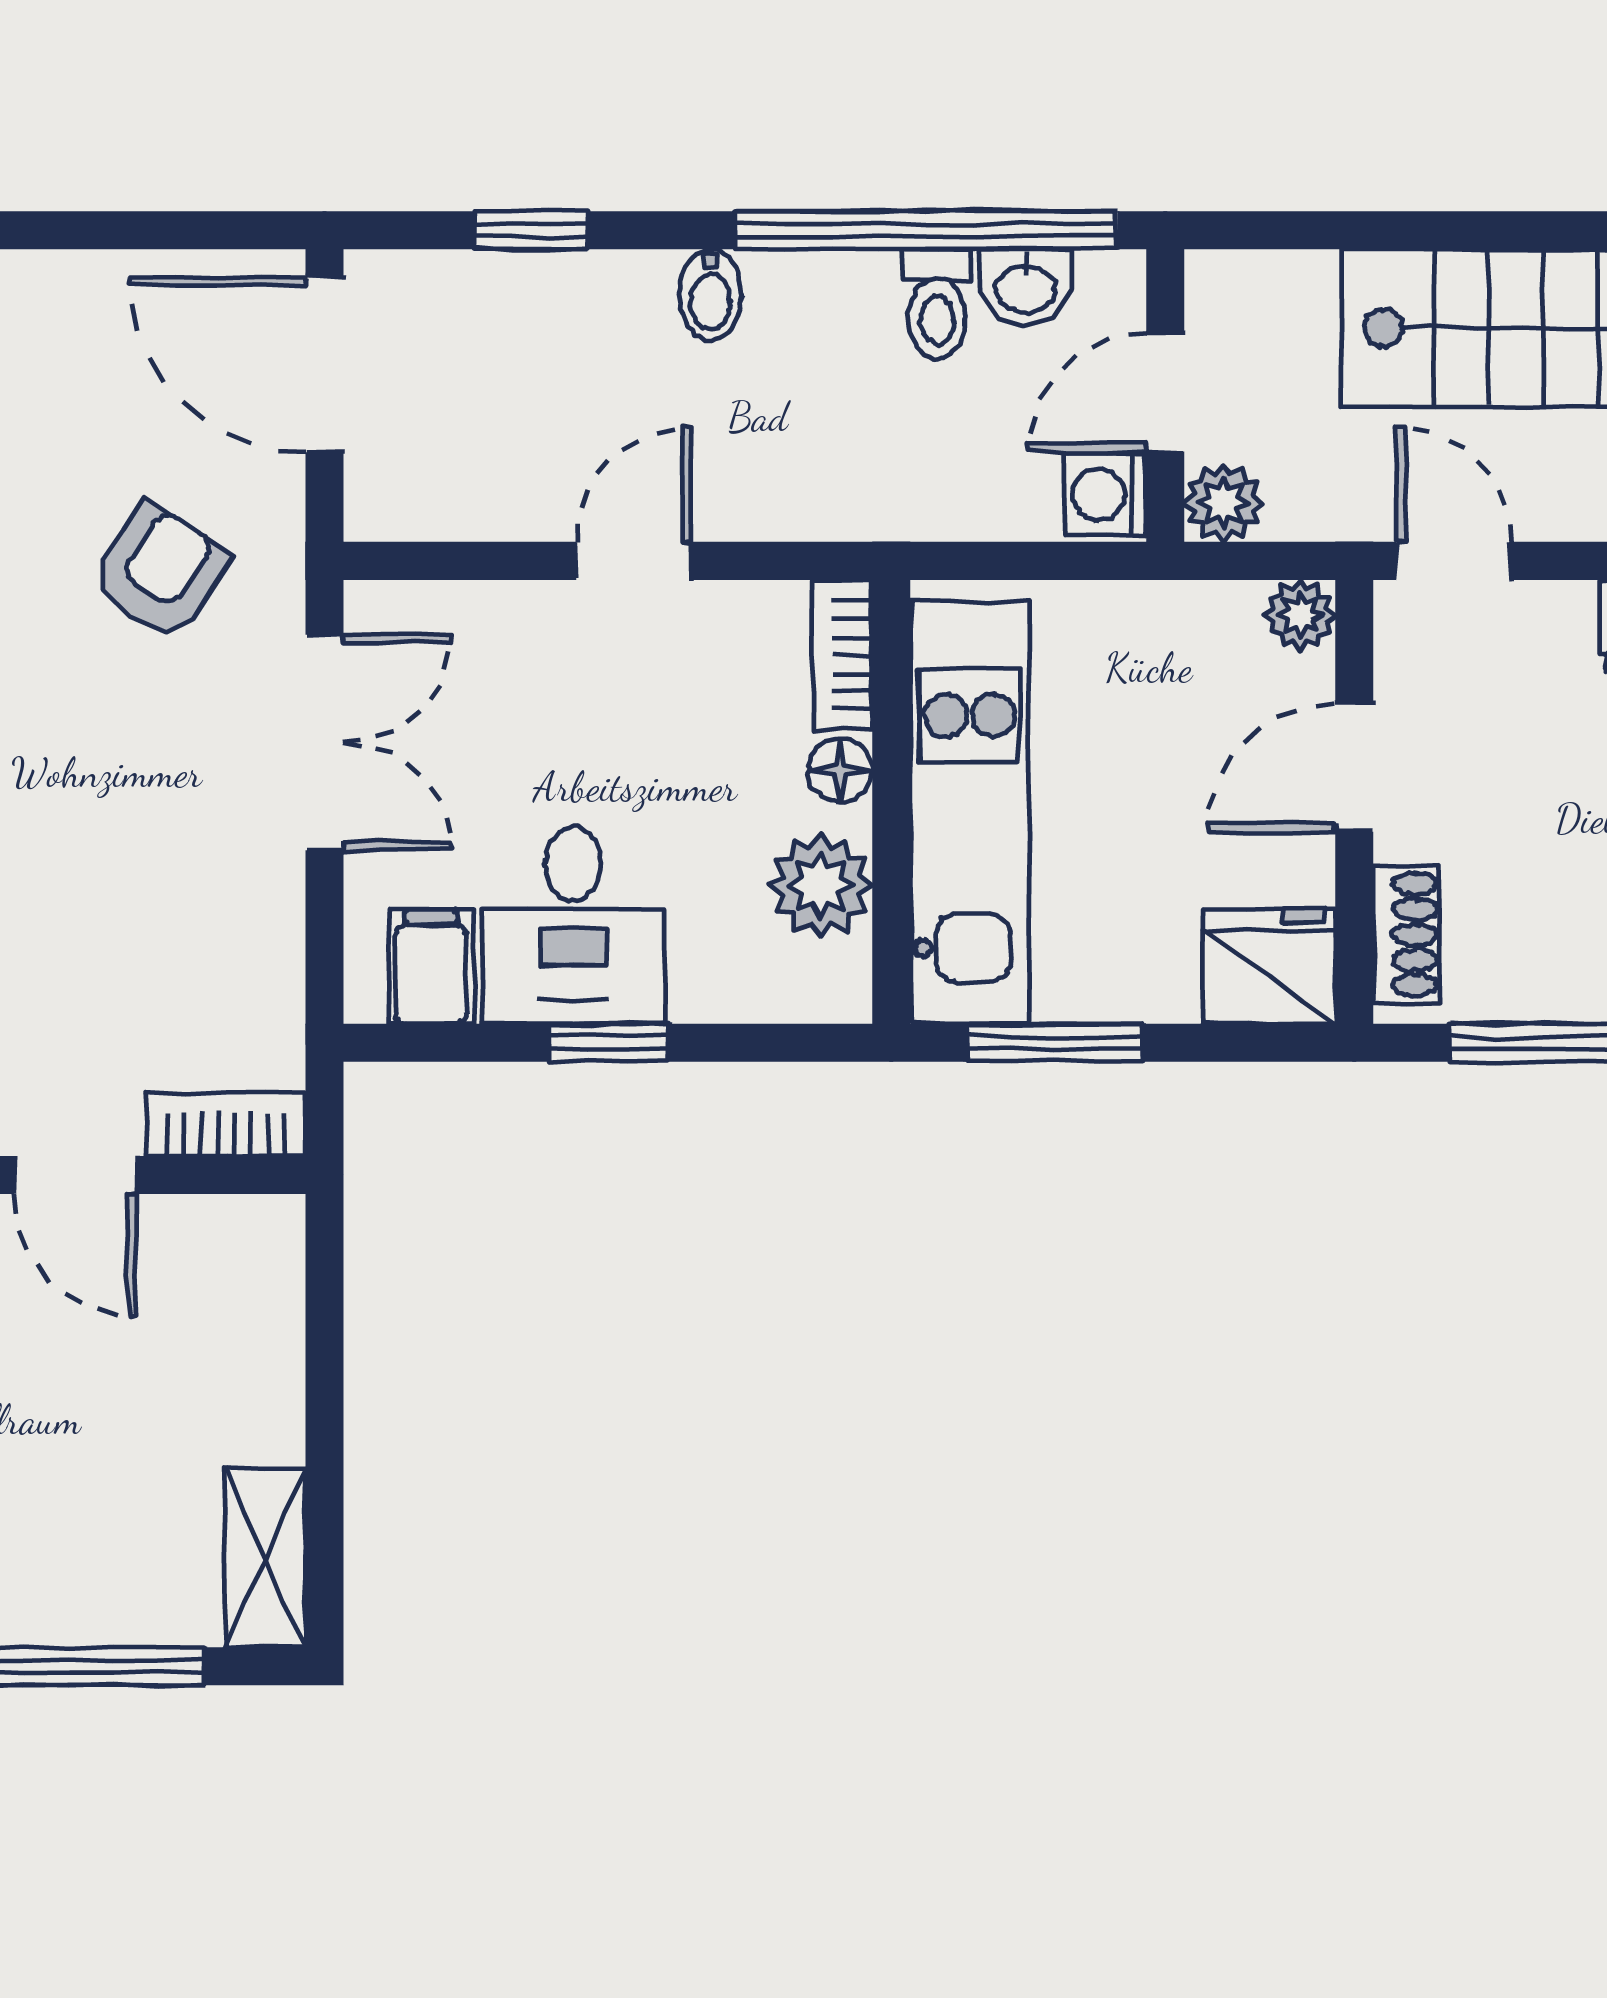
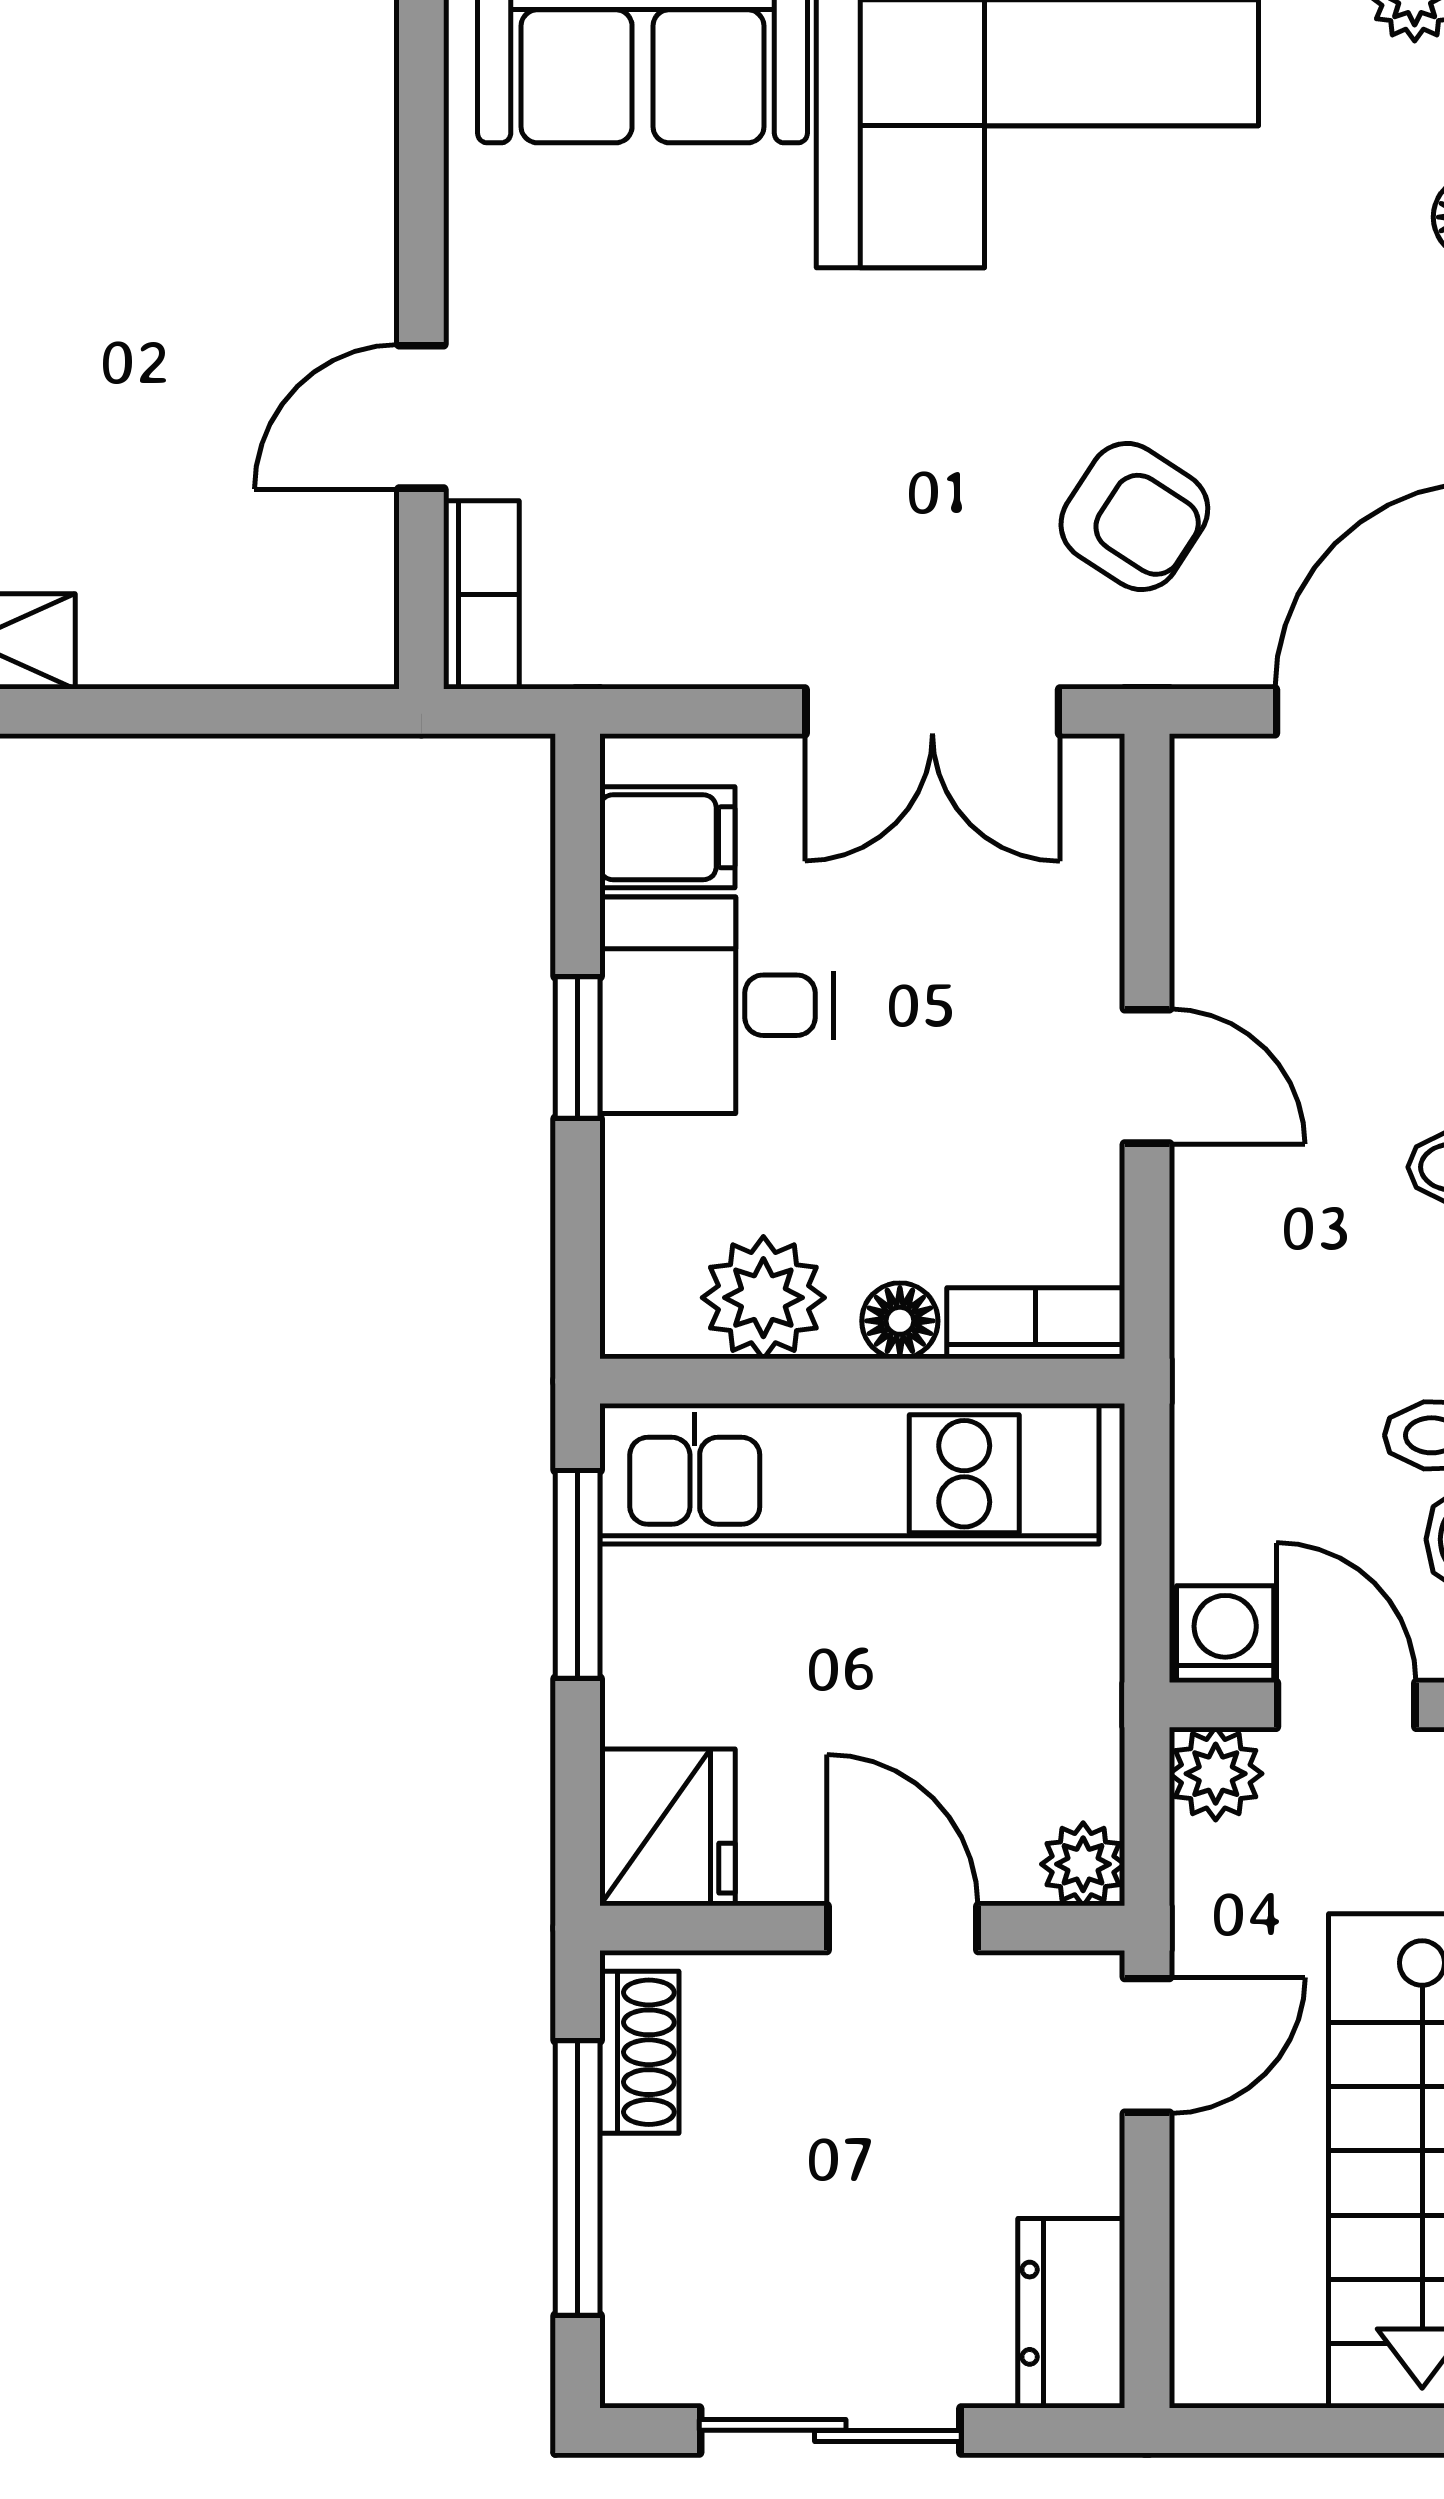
shoe rack: (1406, 935) -> (639, 2052), moved, turned -90

